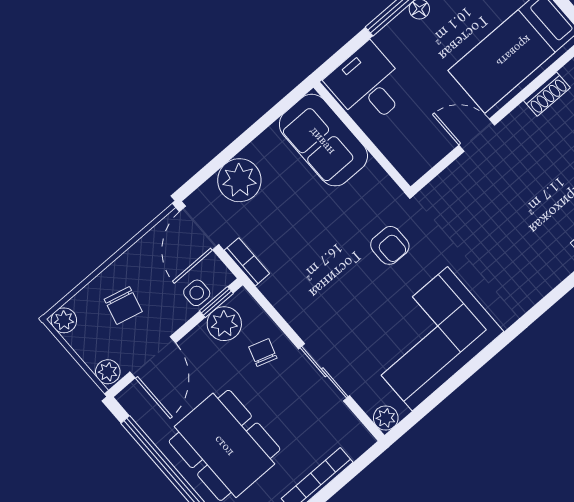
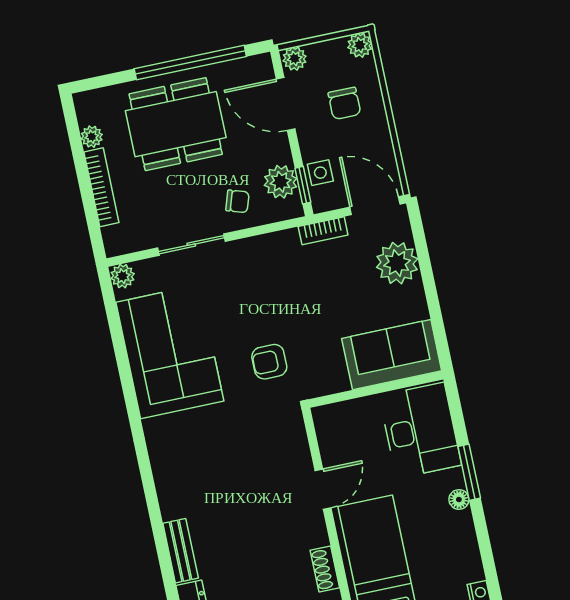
desk: (368, 85) -> (420, 430), width x1.37
chair: (123, 305) -> (344, 103), turned -104

